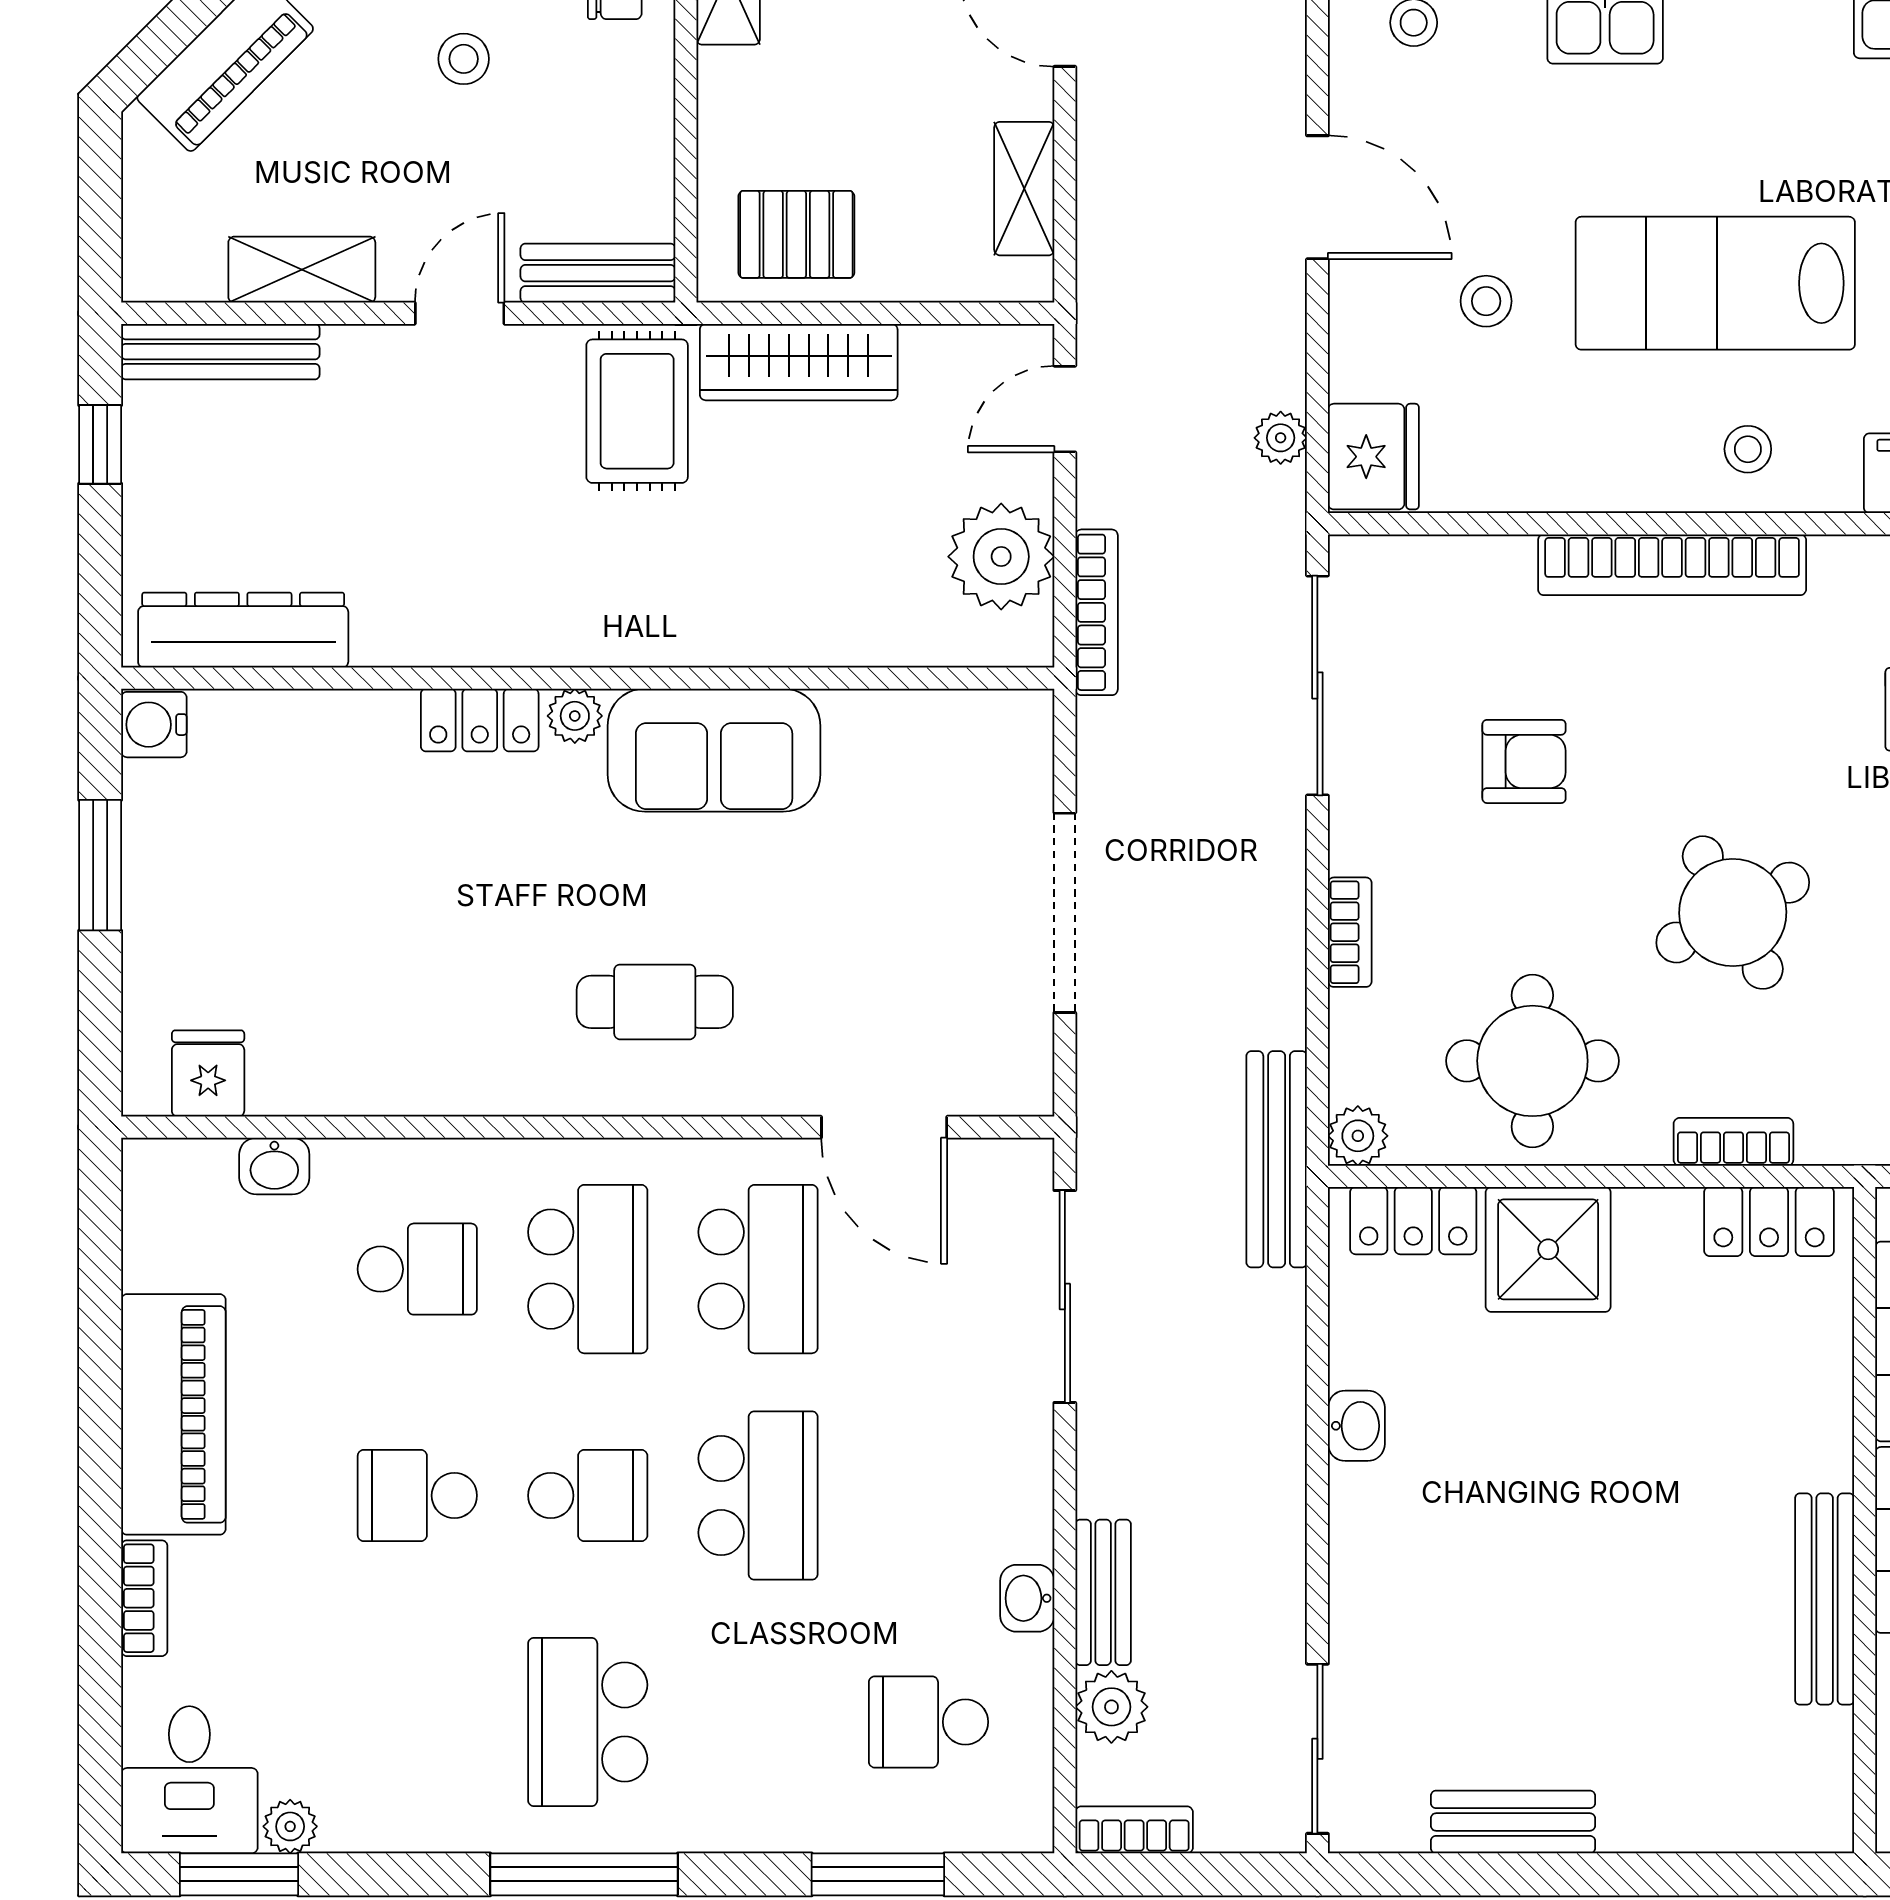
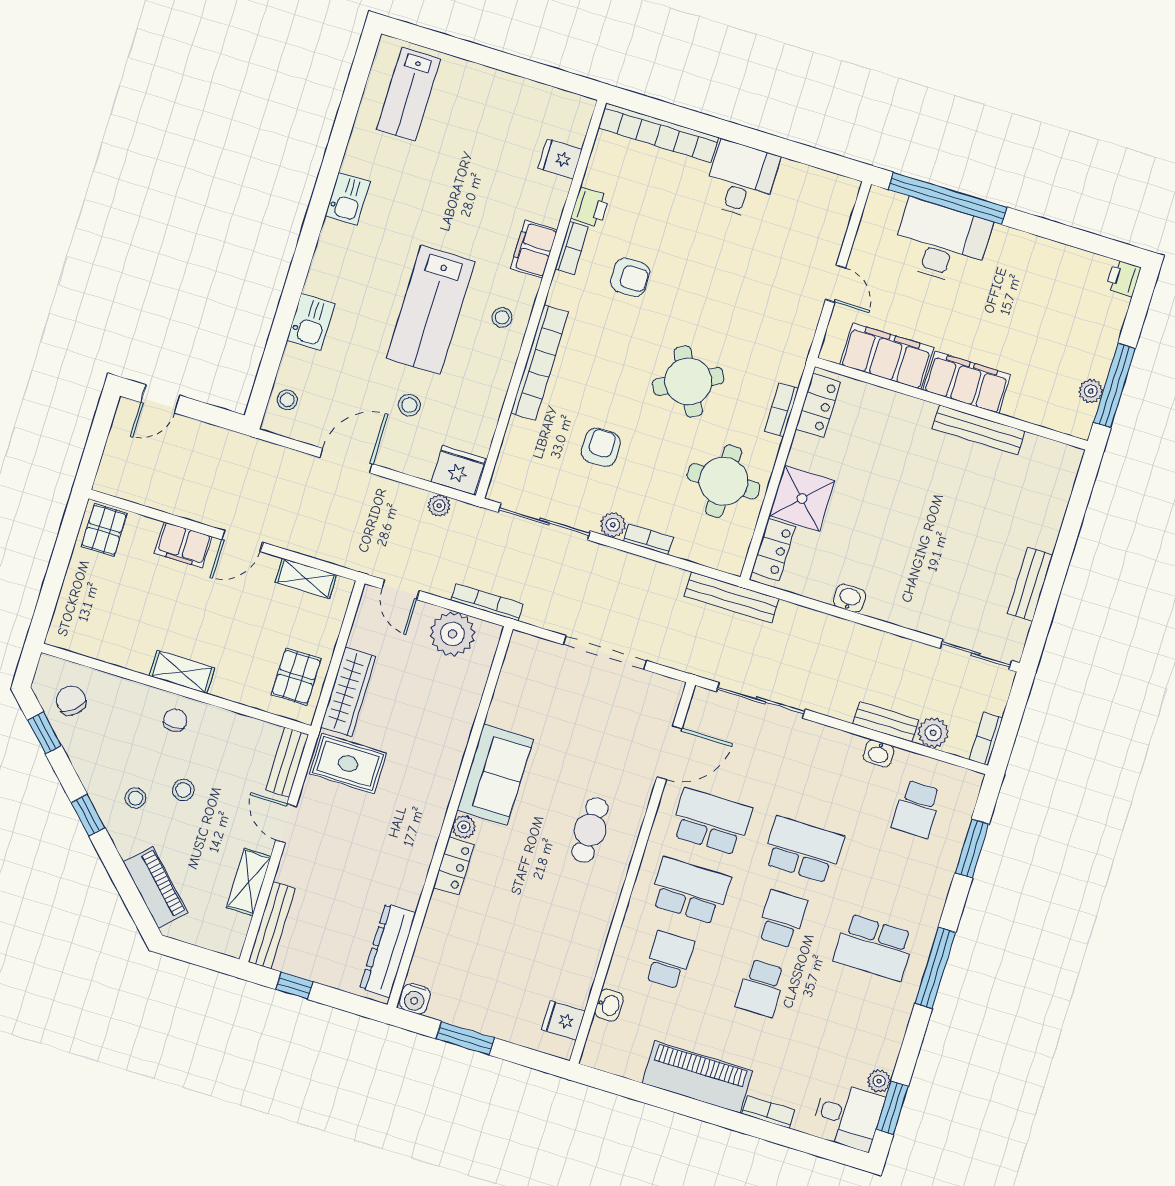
plant: (1358, 1136) -> (613, 525), moved

